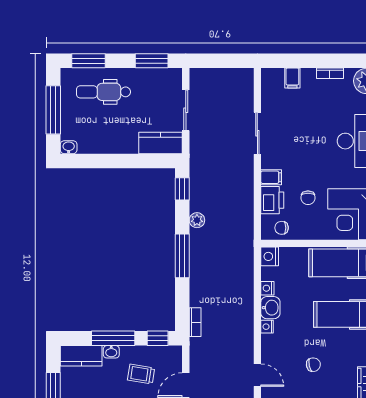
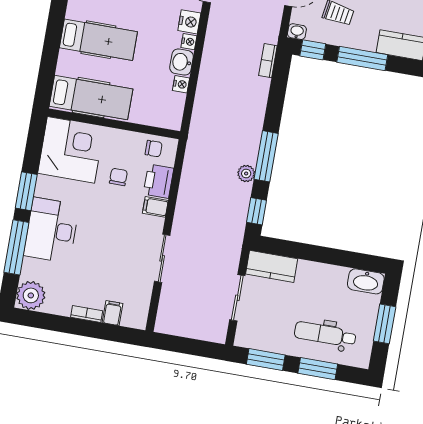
window: (88, 61) -> (318, 369), moved
bookcase: (330, 73) -> (87, 314), moved
dental chair: (104, 92) -> (325, 334), turned 180
window: (53, 110) -> (385, 324), width x0.69
washbasin: (69, 147) -> (366, 281), width x1.91, depth x1.45
window: (182, 256) -> (266, 156), moved
nightstand: (270, 256) -> (189, 22), moved
washbasin: (111, 352) -> (297, 32), moved

